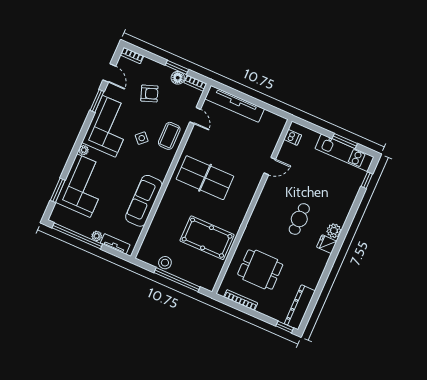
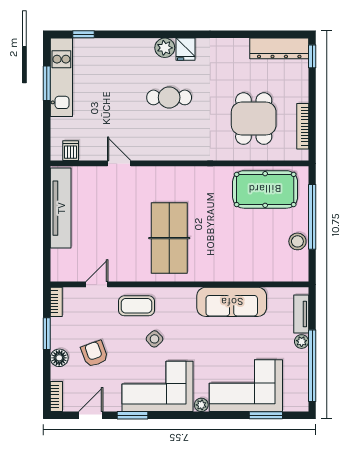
floor lamp: (178, 78) -> (59, 358), moved
tv unit: (235, 104) -> (61, 208), moved
pool table: (207, 238) -> (265, 189), moved, turned 90

